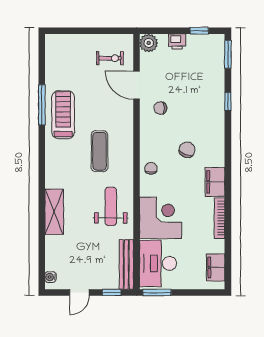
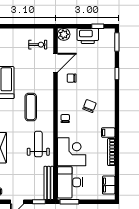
printer: (177, 42) -> (88, 36), width x1.87, depth x1.48
door: (136, 85) -> (56, 63), swing flipped
filing cabinet: (215, 182) -> (108, 133), width x0.50

